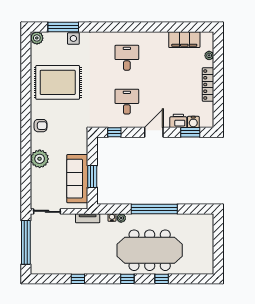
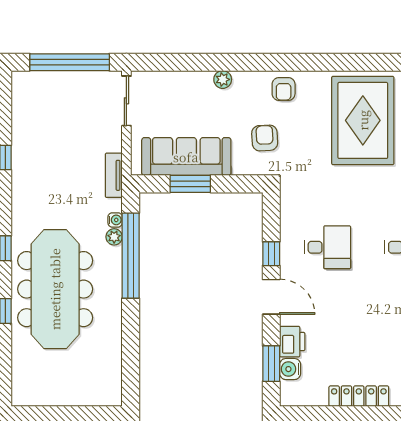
window: (114, 132) -> (271, 254), moved
armchair: (67, 136) -> (265, 138), added
plant: (40, 159) -> (223, 79), width x0.53, depth x0.53
window: (154, 209) -> (131, 256), moved

